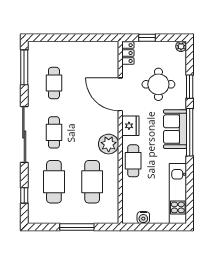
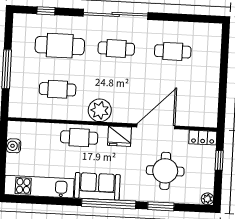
window: (24, 67) -> (192, 18), removed
sofa: (175, 129) -> (97, 186), moved
cafe table: (92, 182) -> (58, 89), width x0.73, depth x0.74

